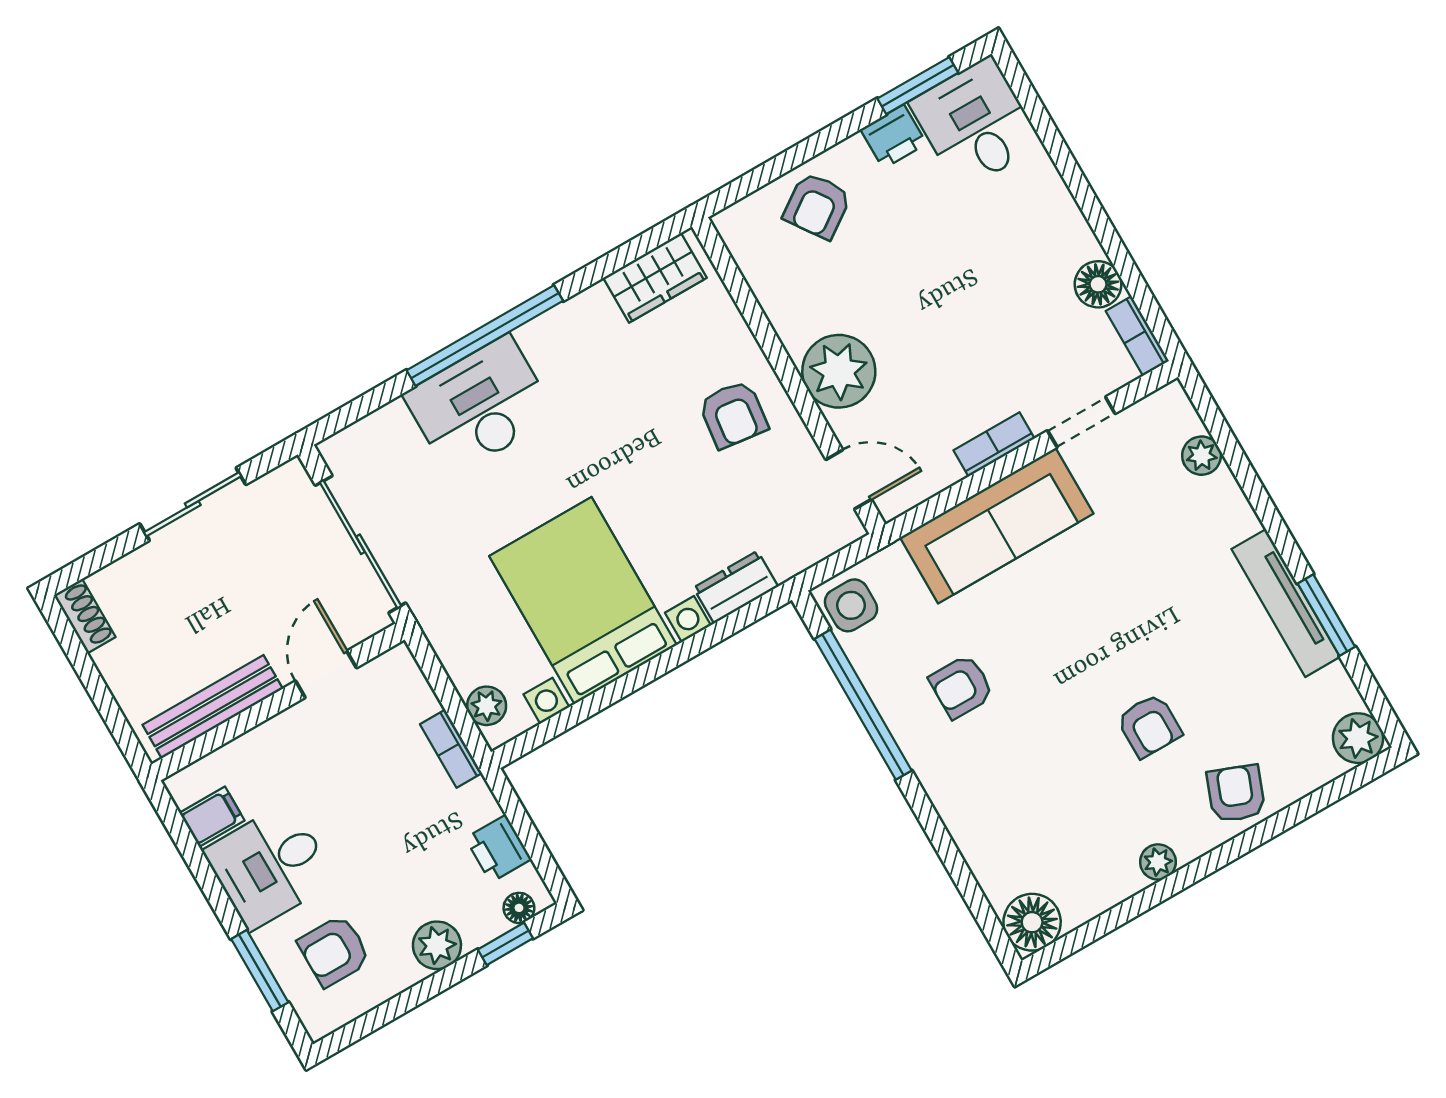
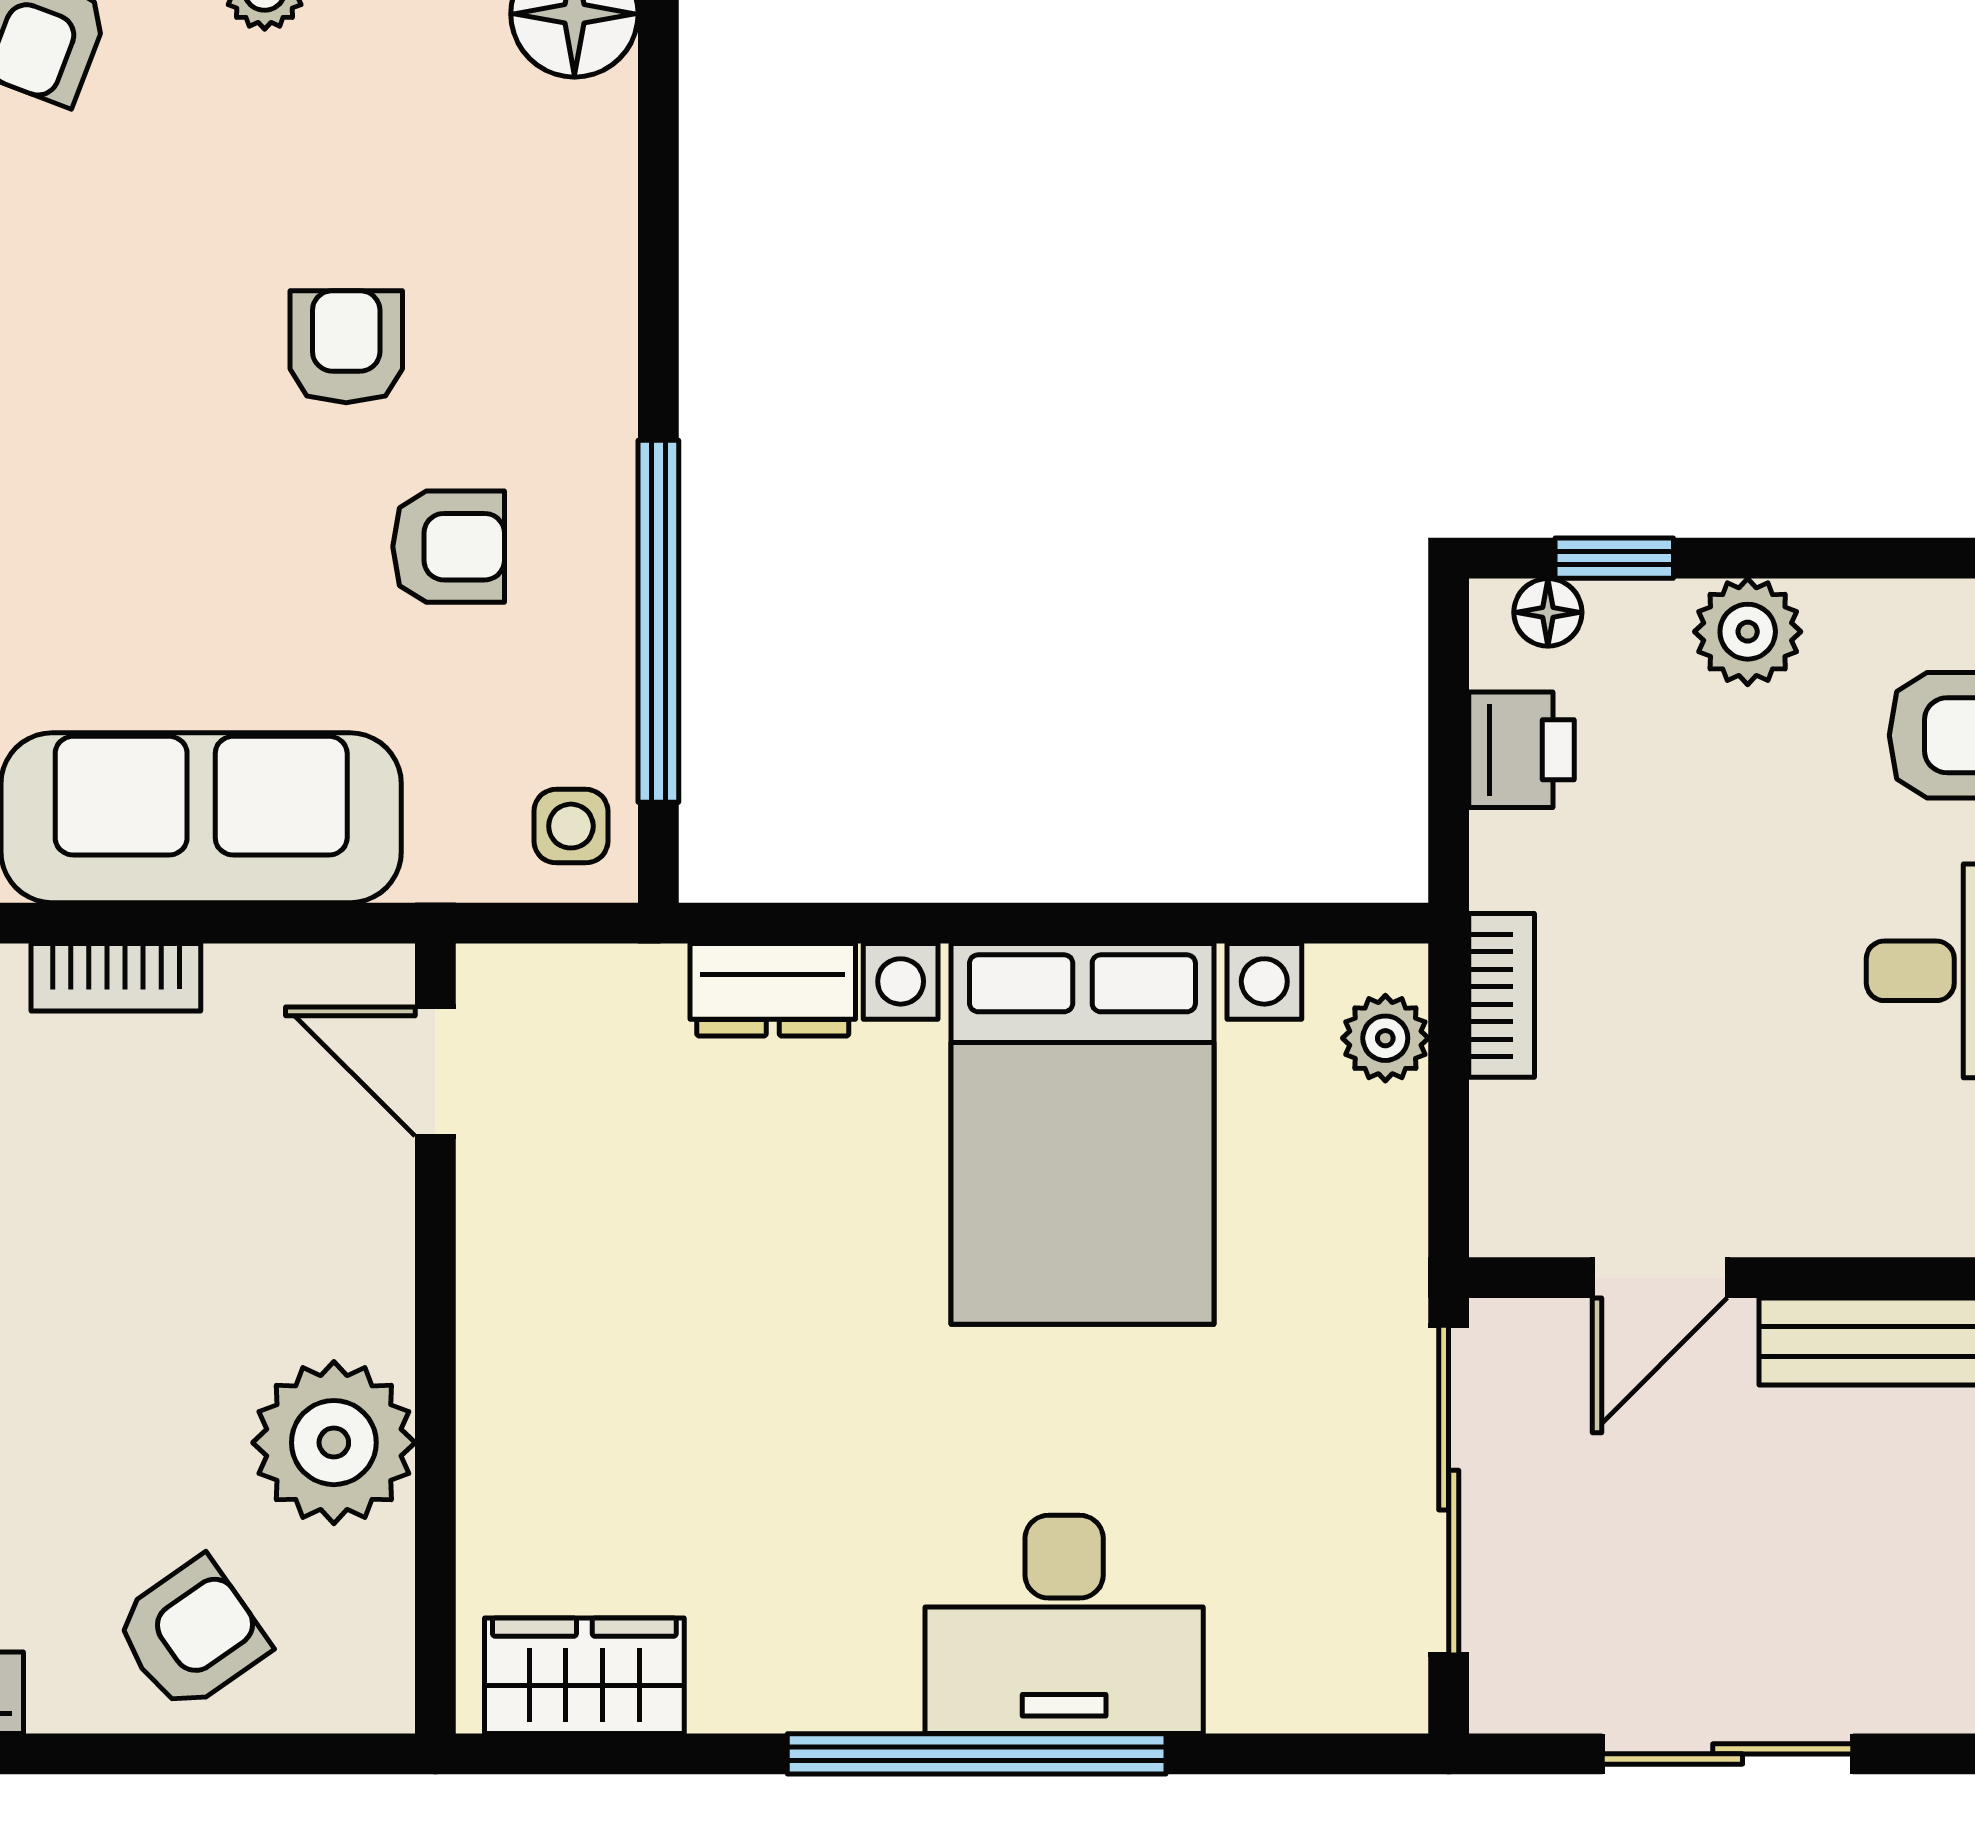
plant: (839, 371) -> (334, 1443), moved
armchair: (733, 414) -> (585, 1326), removed
side table: (851, 605) -> (571, 826), width x0.73, depth x0.73
armchair: (1149, 726) -> (346, 347), moved

